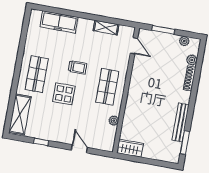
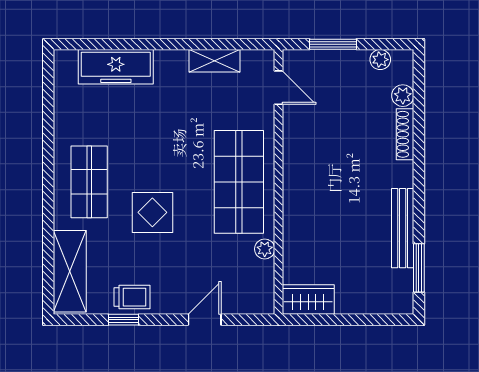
trolley: (77, 67) -> (132, 297), moved
shop shelf: (107, 87) -> (239, 182), width x1.43, depth x1.36
door: (79, 149) -> (205, 320), hinge flipped

